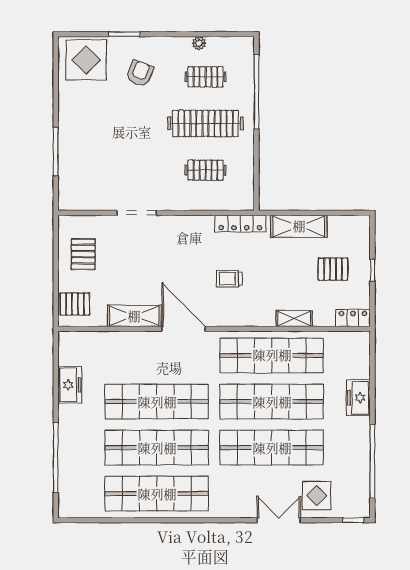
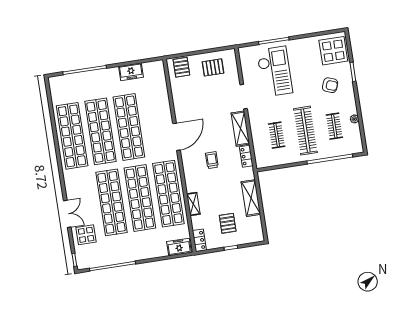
checkout: (105, 158) -> (275, 72), added
locker: (240, 223) -> (246, 156), width x0.66
shelving: (134, 316) -> (240, 129), moved
freezer: (358, 398) -> (179, 247), moved

